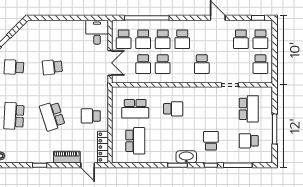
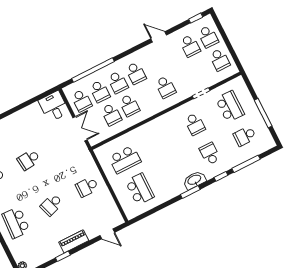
school desk: (173, 109) -> (195, 124), moved, turned 90
school desk: (52, 116) -> (52, 205), width x0.54
locker: (103, 147) -> (113, 210), removed
piano: (67, 157) -> (74, 241), moved

